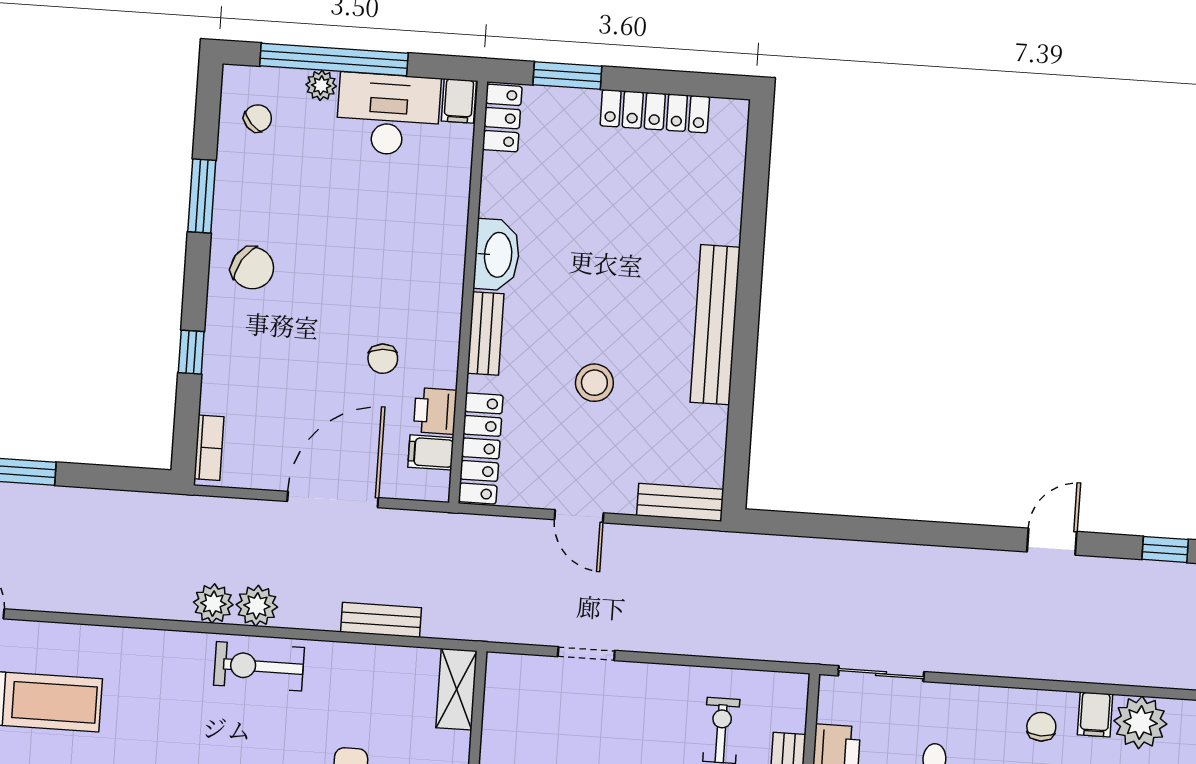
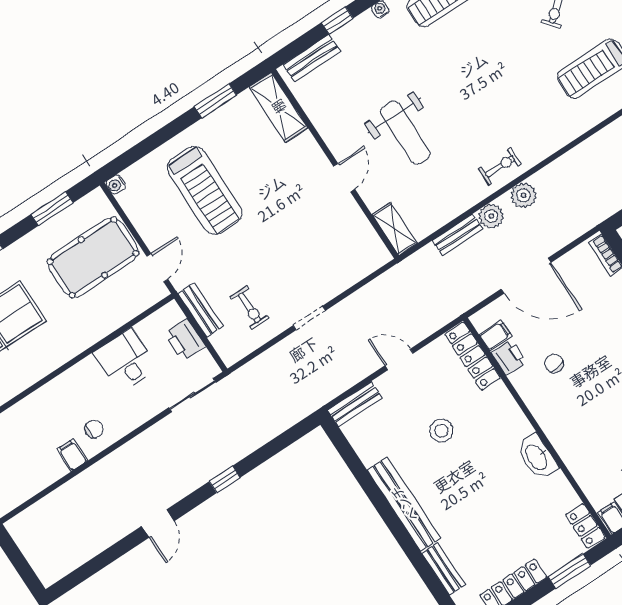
bench: (486, 333) -> (444, 569), moved
door: (333, 499) -> (526, 276), hinge flipped
window: (1165, 549) -> (225, 479), moved
plant: (213, 604) -> (491, 216), moved
doorway: (586, 654) -> (309, 318), moved
exercise bike: (259, 666) -> (500, 166), width x0.73, depth x0.72
plant: (1140, 722) -> (47, 468), removed
chair: (1041, 727) -> (94, 429), turned -90

